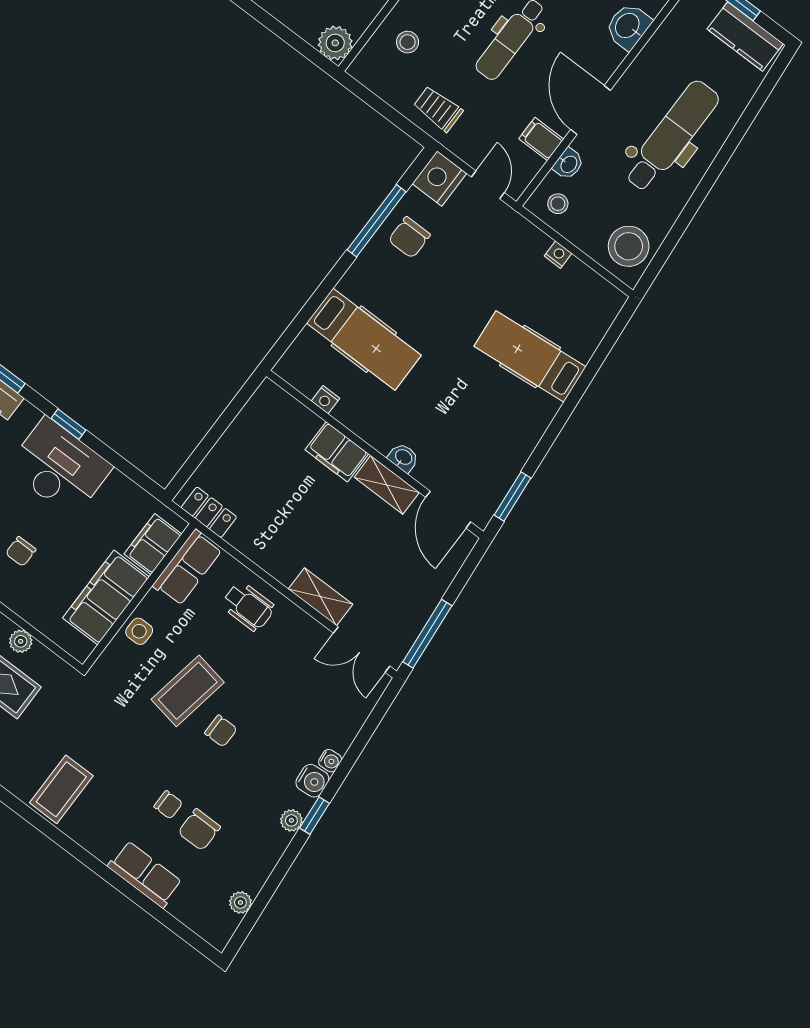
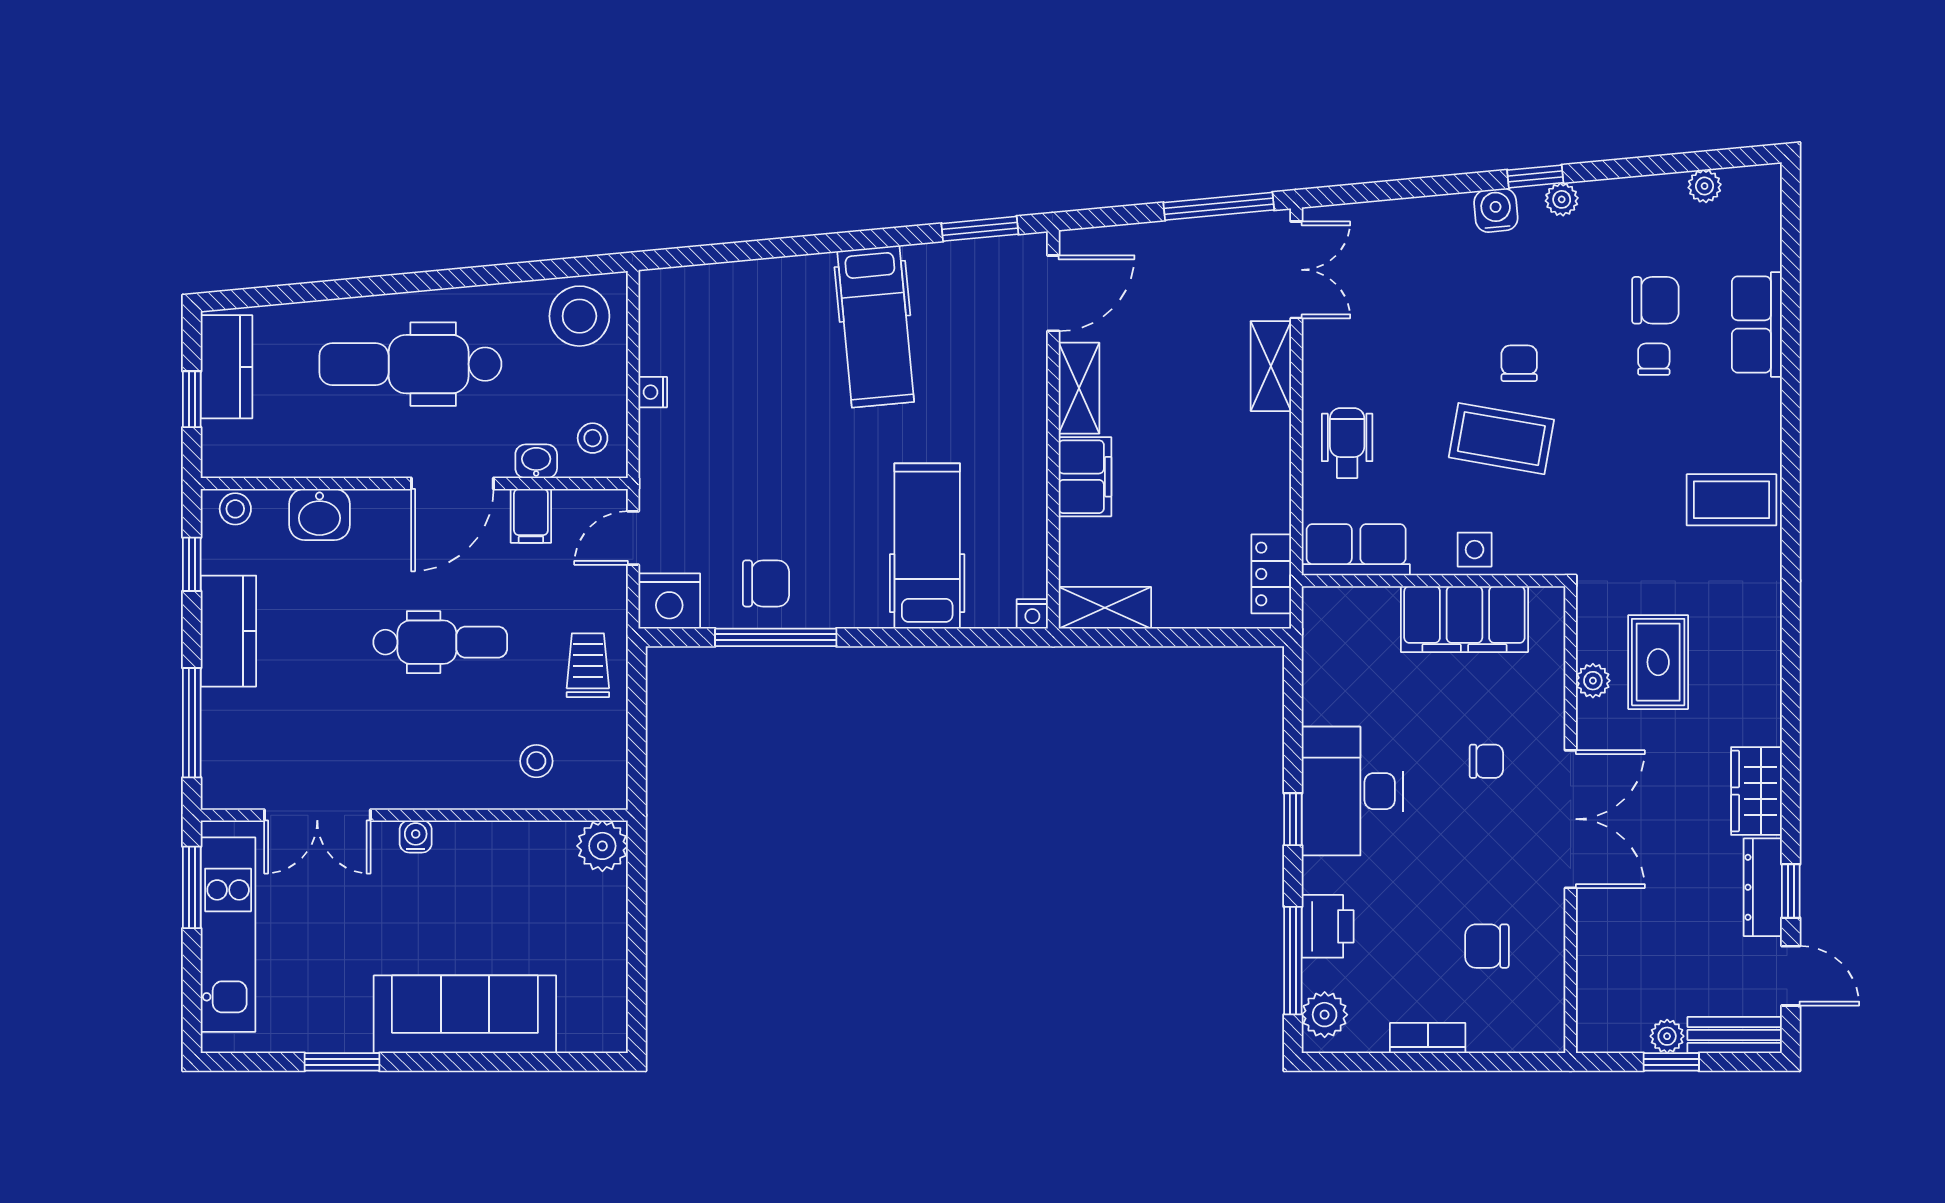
trolley: (438, 109) -> (588, 665), turned 180
hospital bed: (530, 357) -> (876, 327), moved
nightstand: (325, 400) -> (1032, 614), moved, turned 90
shelving: (258, 409) -> (1105, 608), added
washbasin: (403, 458) -> (1032, 393), removed
filing cabinet: (153, 544) -> (1359, 611), removed
water cooler: (330, 761) -> (1456, 207), removed

